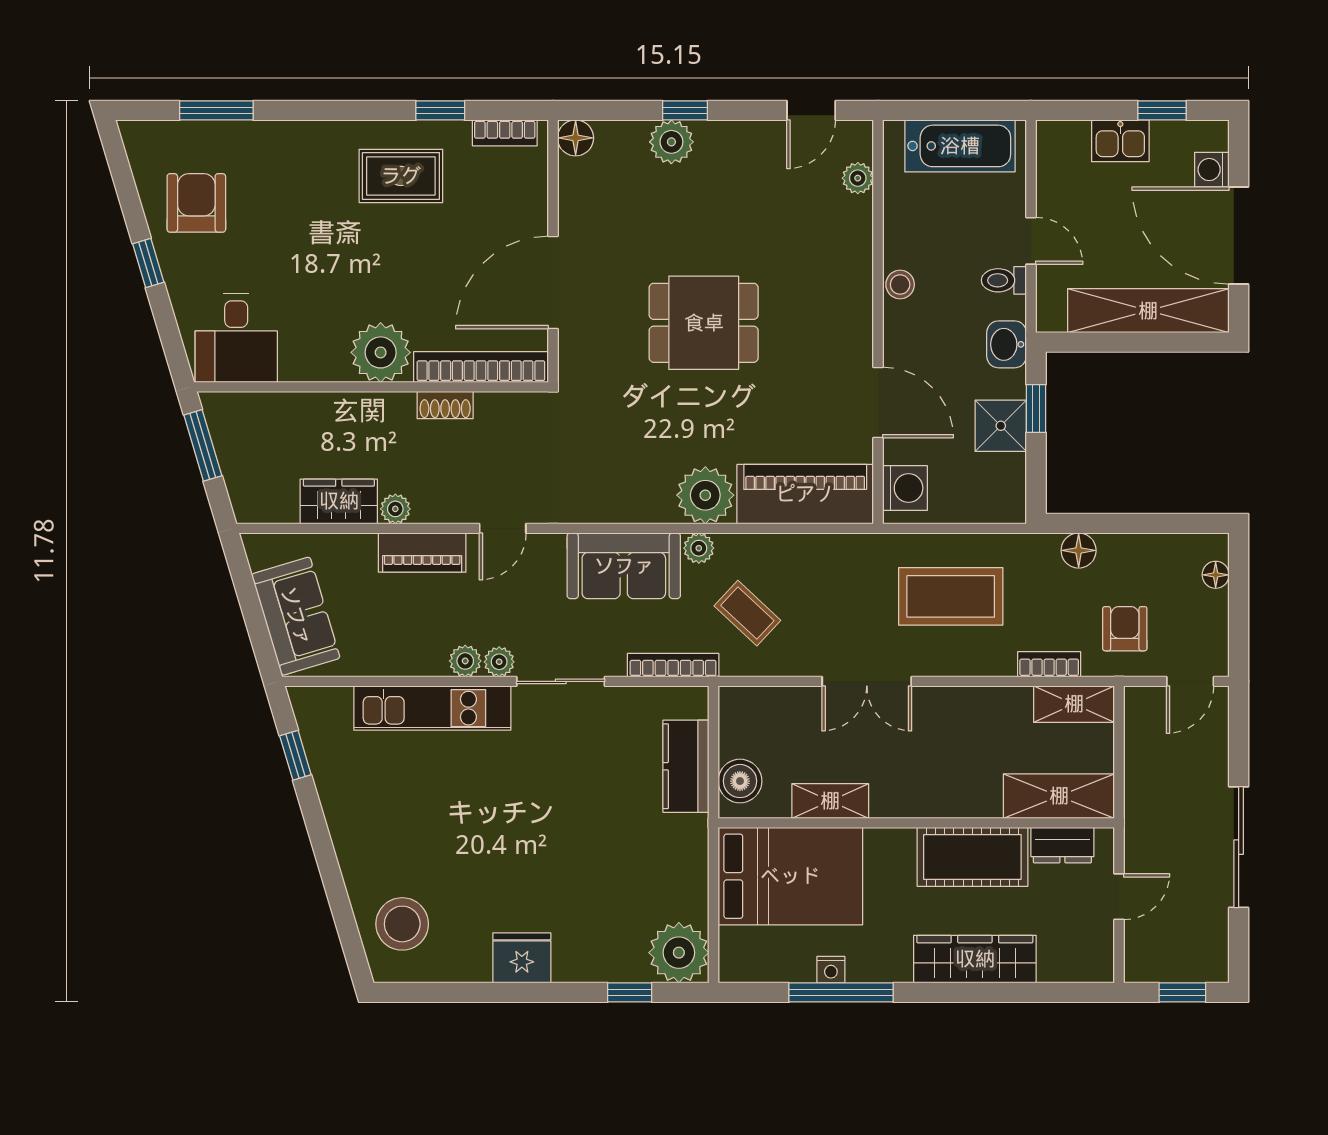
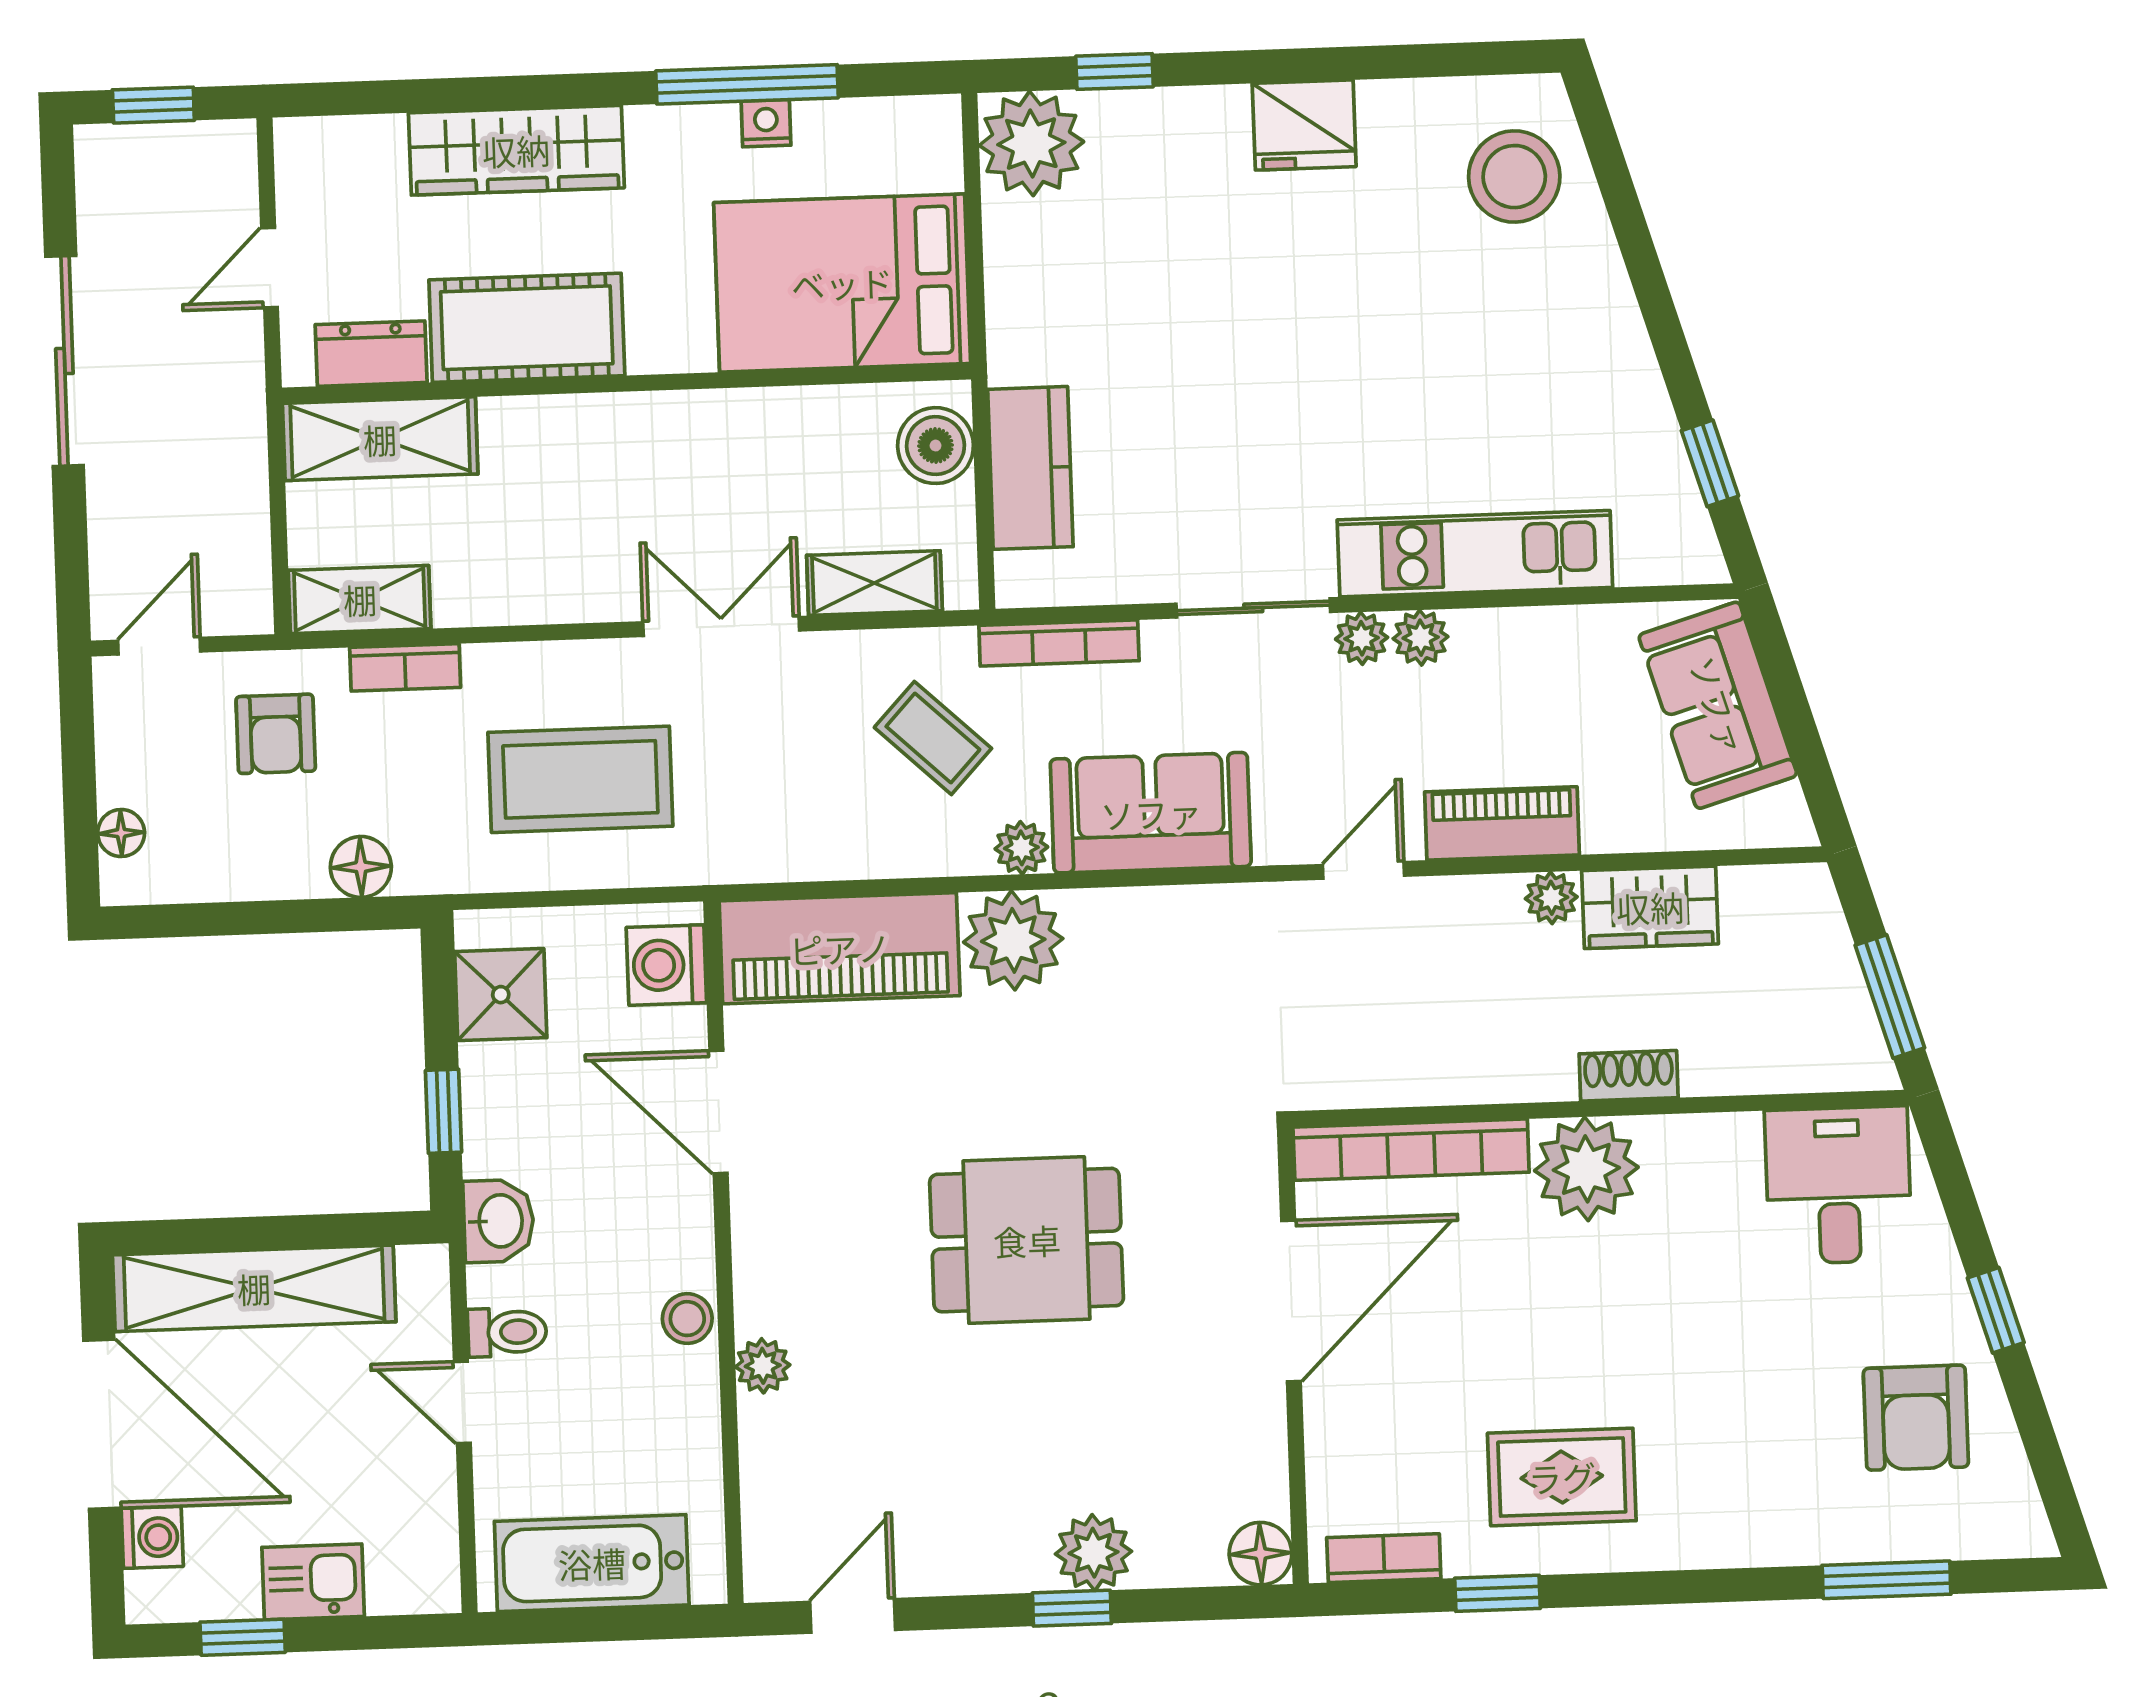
plant: (858, 178) -> (763, 1366), moved
shoe rack: (445, 405) -> (1629, 1076), moved
shower: (1001, 426) -> (501, 995), moved
shelving: (830, 801) -> (874, 583), moved

